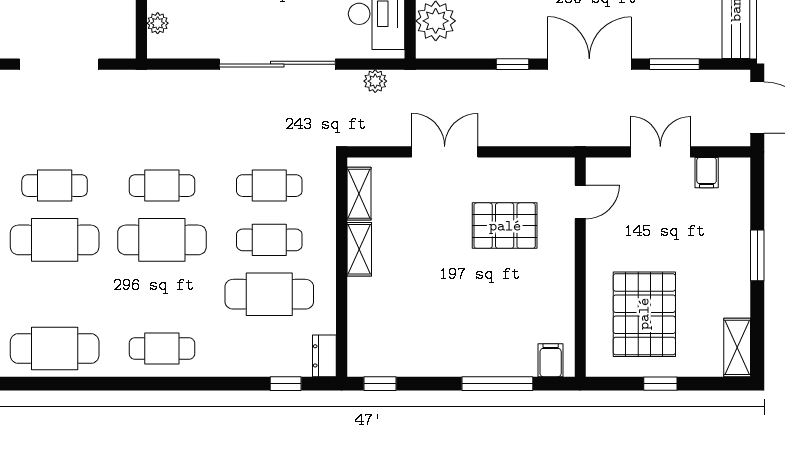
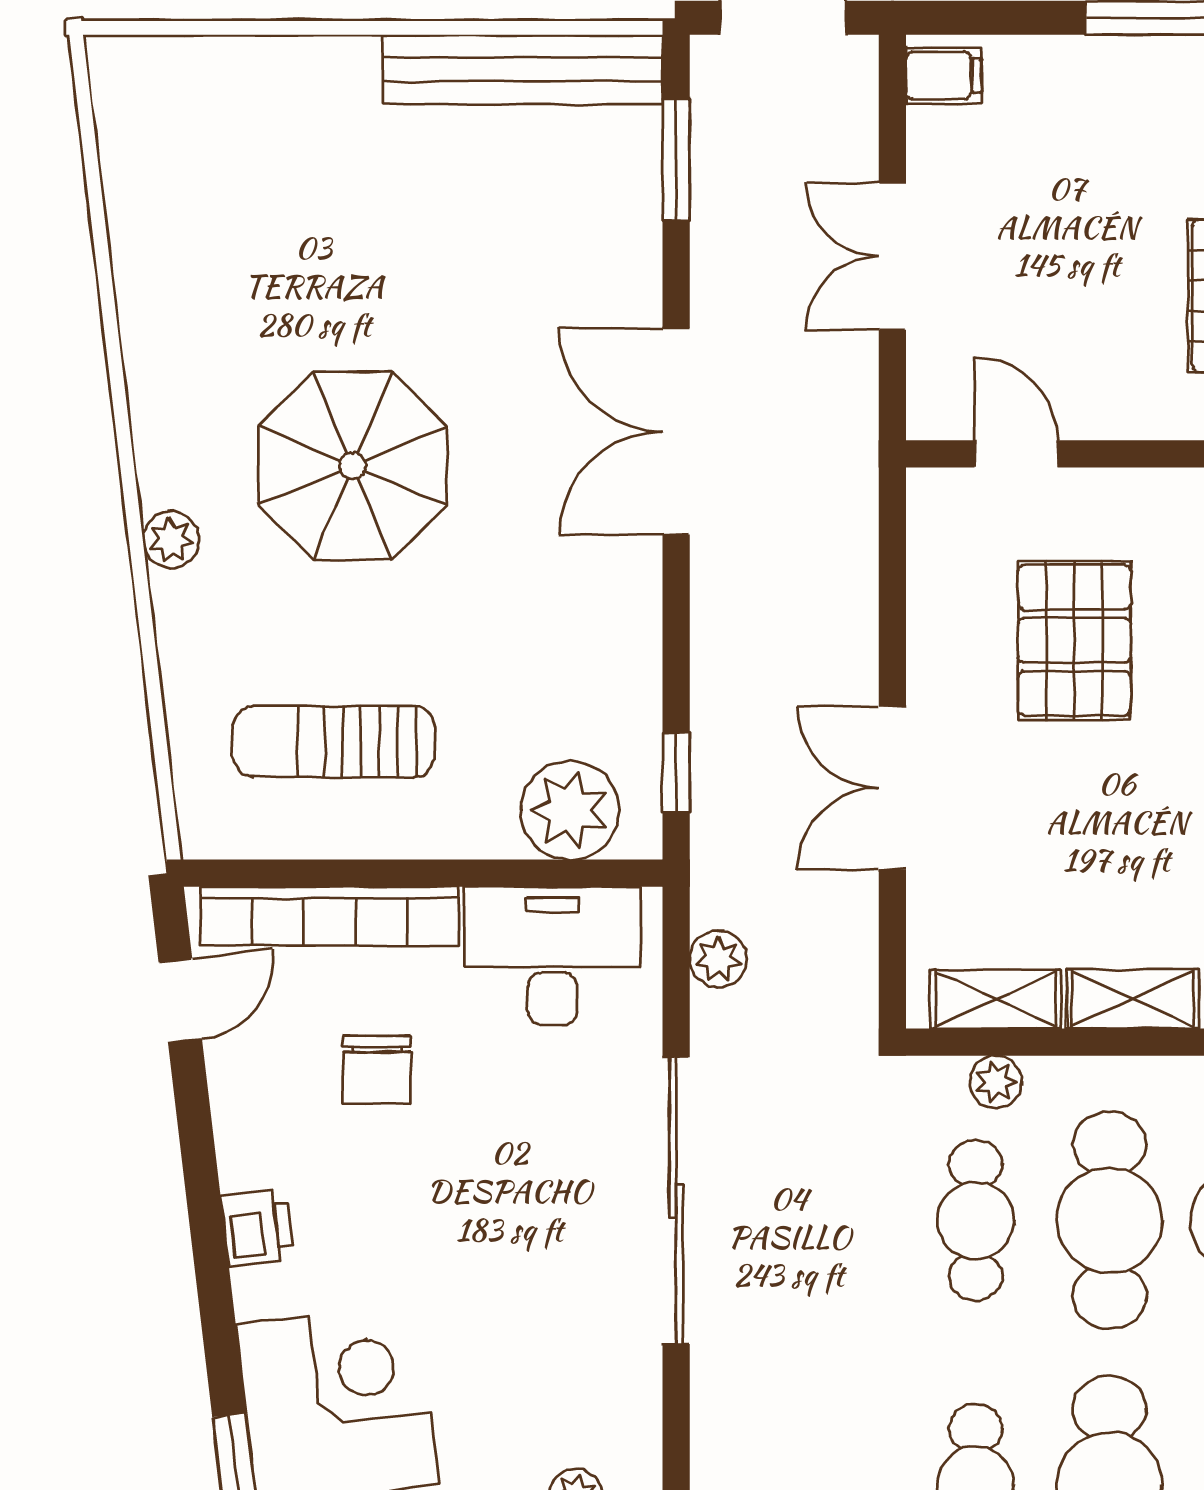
window: (512, 64) -> (676, 773), moved
window: (674, 64) -> (676, 159), moved
filing cabinet: (707, 173) -> (944, 76), moved
plant: (325, 194) -> (996, 1082), added
cafe table: (269, 240) -> (1109, 1220), width x1.37, depth x1.35

